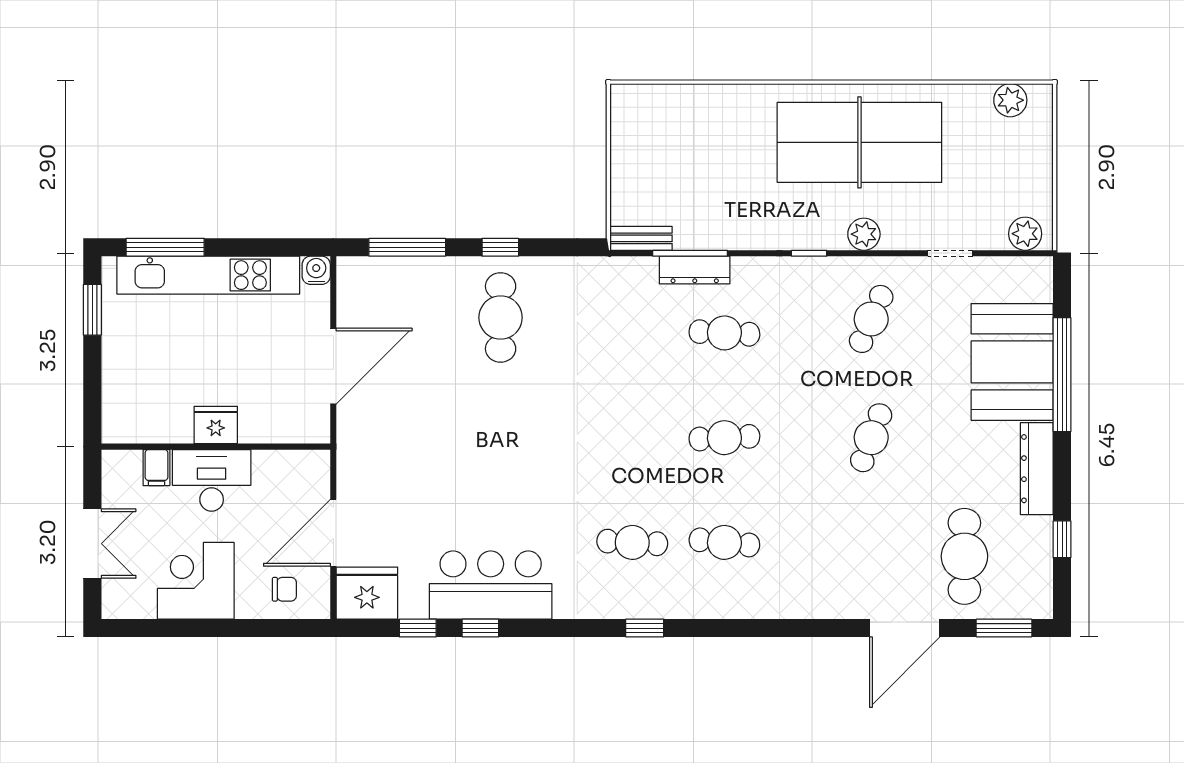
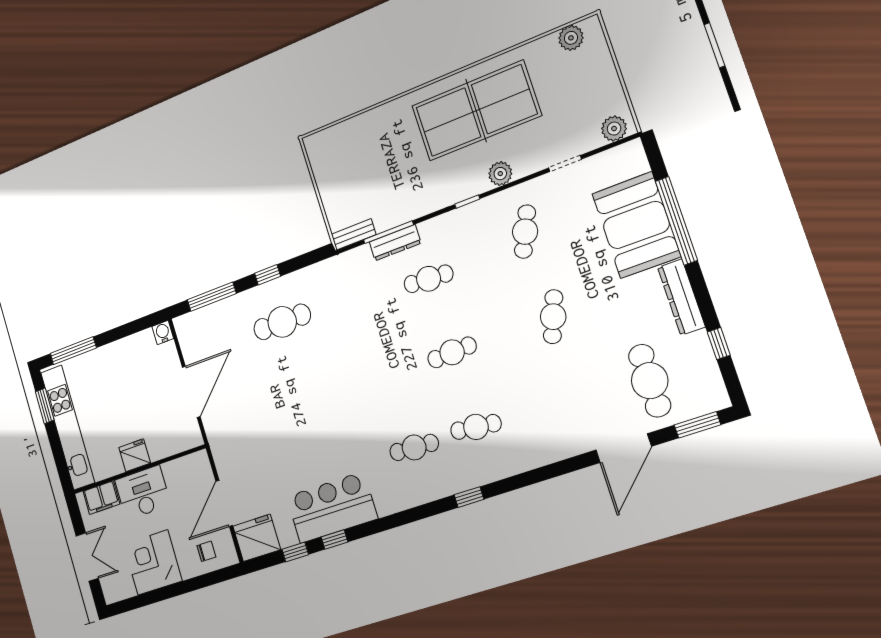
kitchen unit: (208, 275) -> (68, 427), moved, turned -90
cafe table: (501, 317) -> (282, 322), turned 90
filing cabinet: (156, 468) -> (101, 498), width x2.00
window: (645, 628) -> (469, 497), moved

